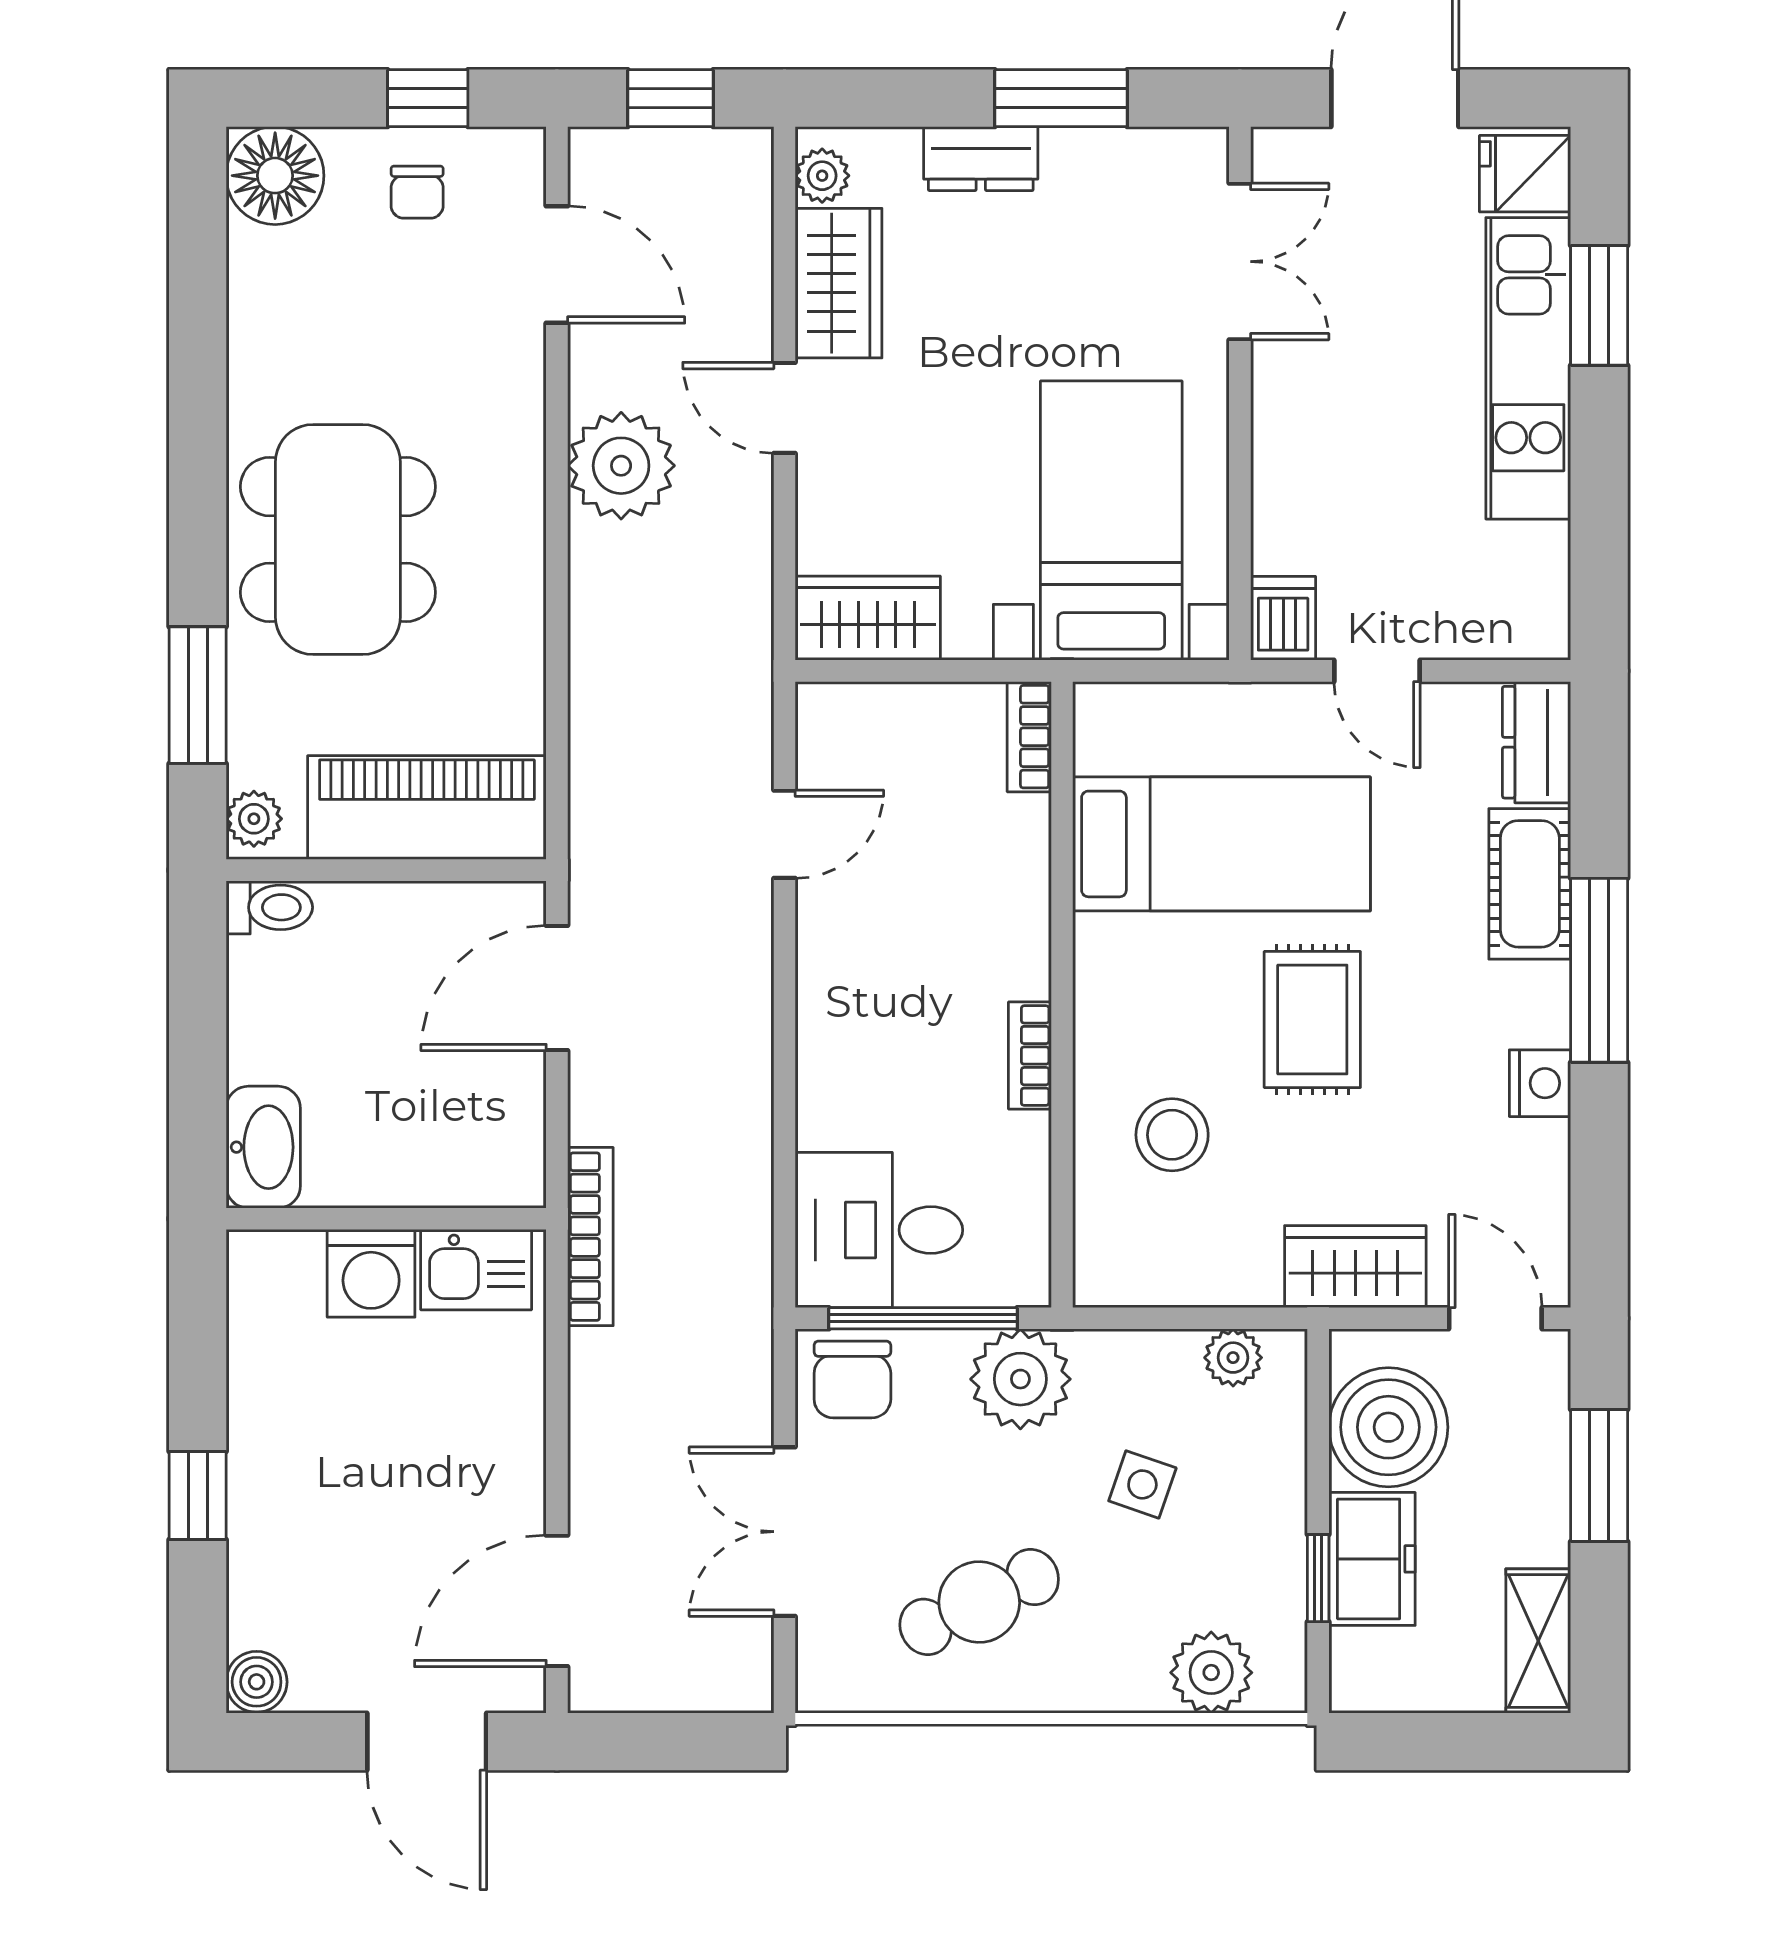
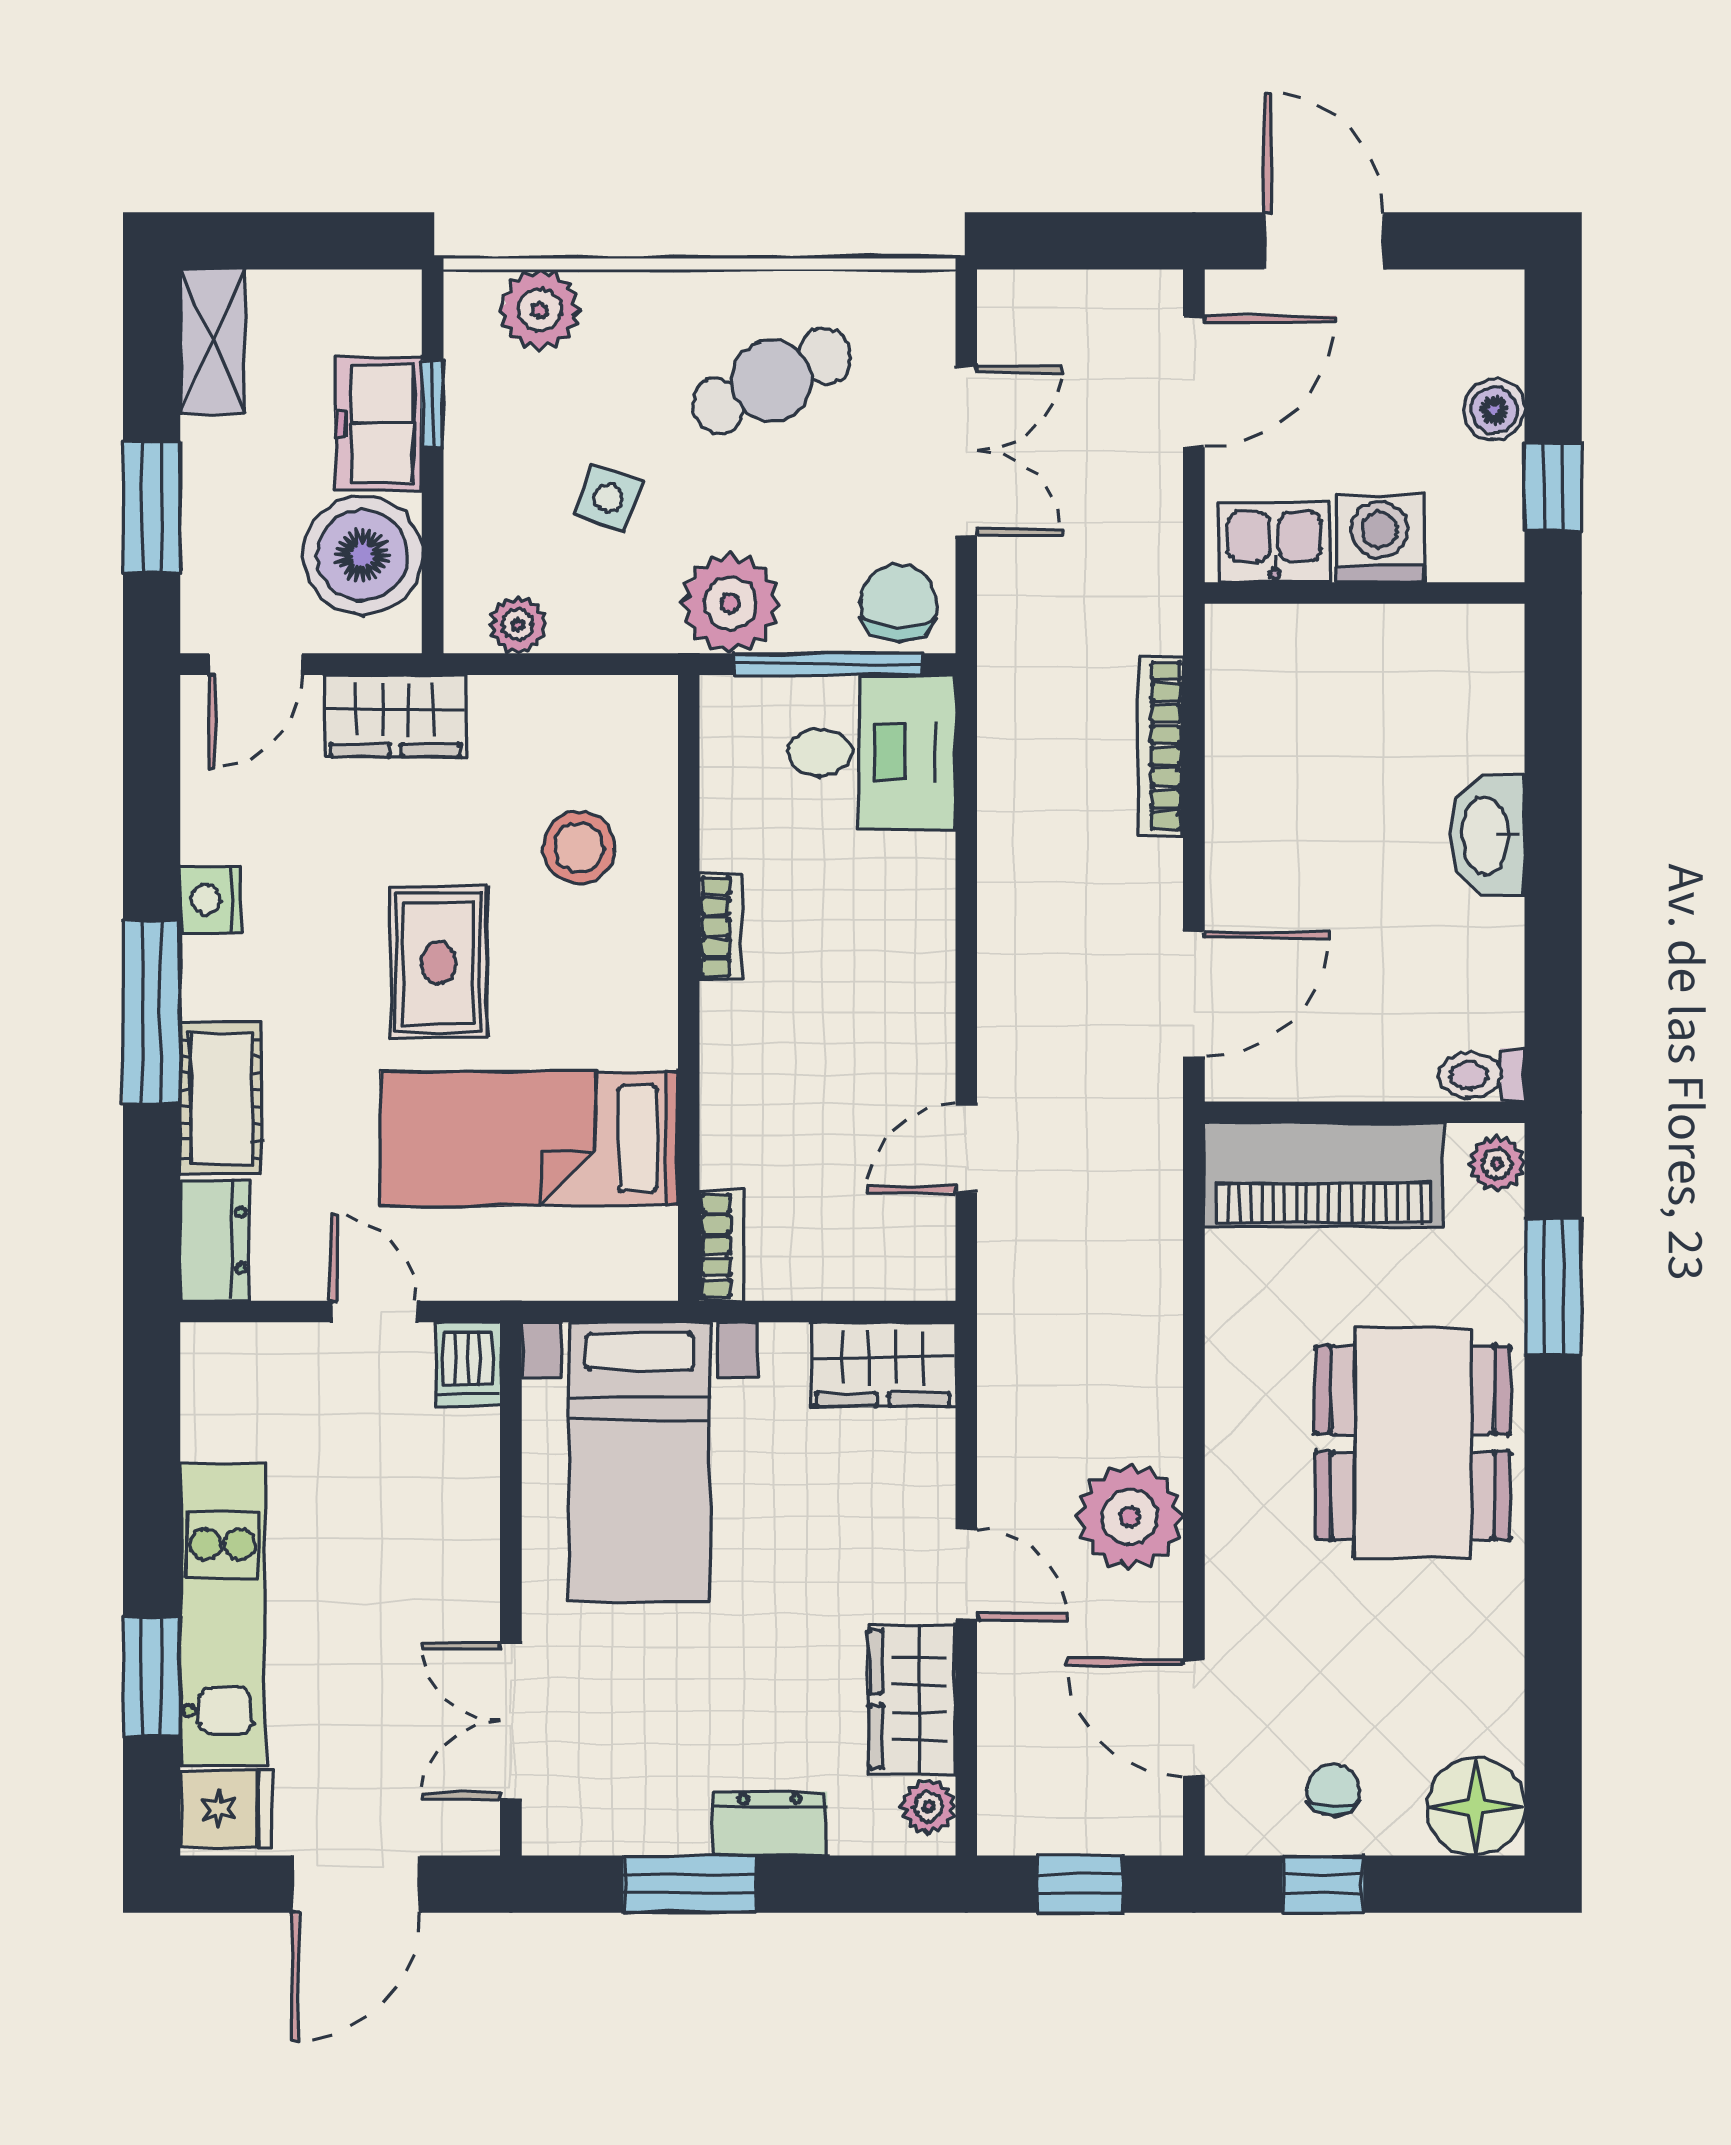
wall: (386, 1219) -> (1365, 593), moved
kitchen sink: (476, 1270) -> (1275, 542), moved
washing machine: (371, 1273) -> (1380, 538), moved
door: (1495, 1318) -> (255, 664), hinge flipped
boiler: (257, 1682) -> (1494, 410), moved

